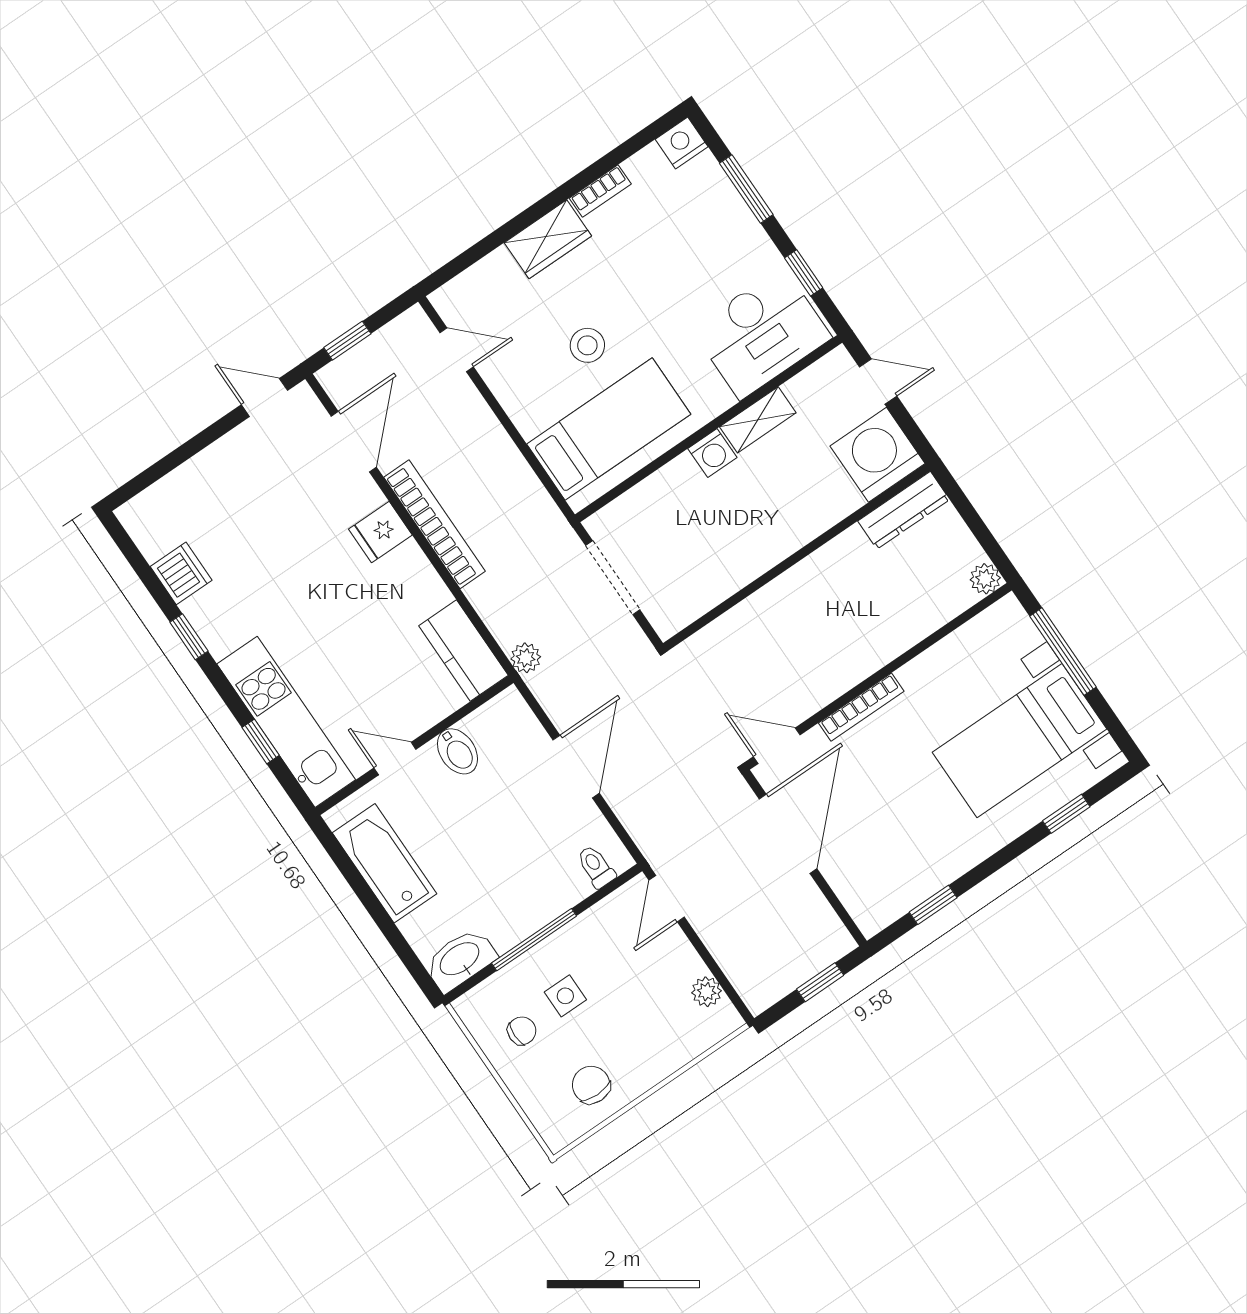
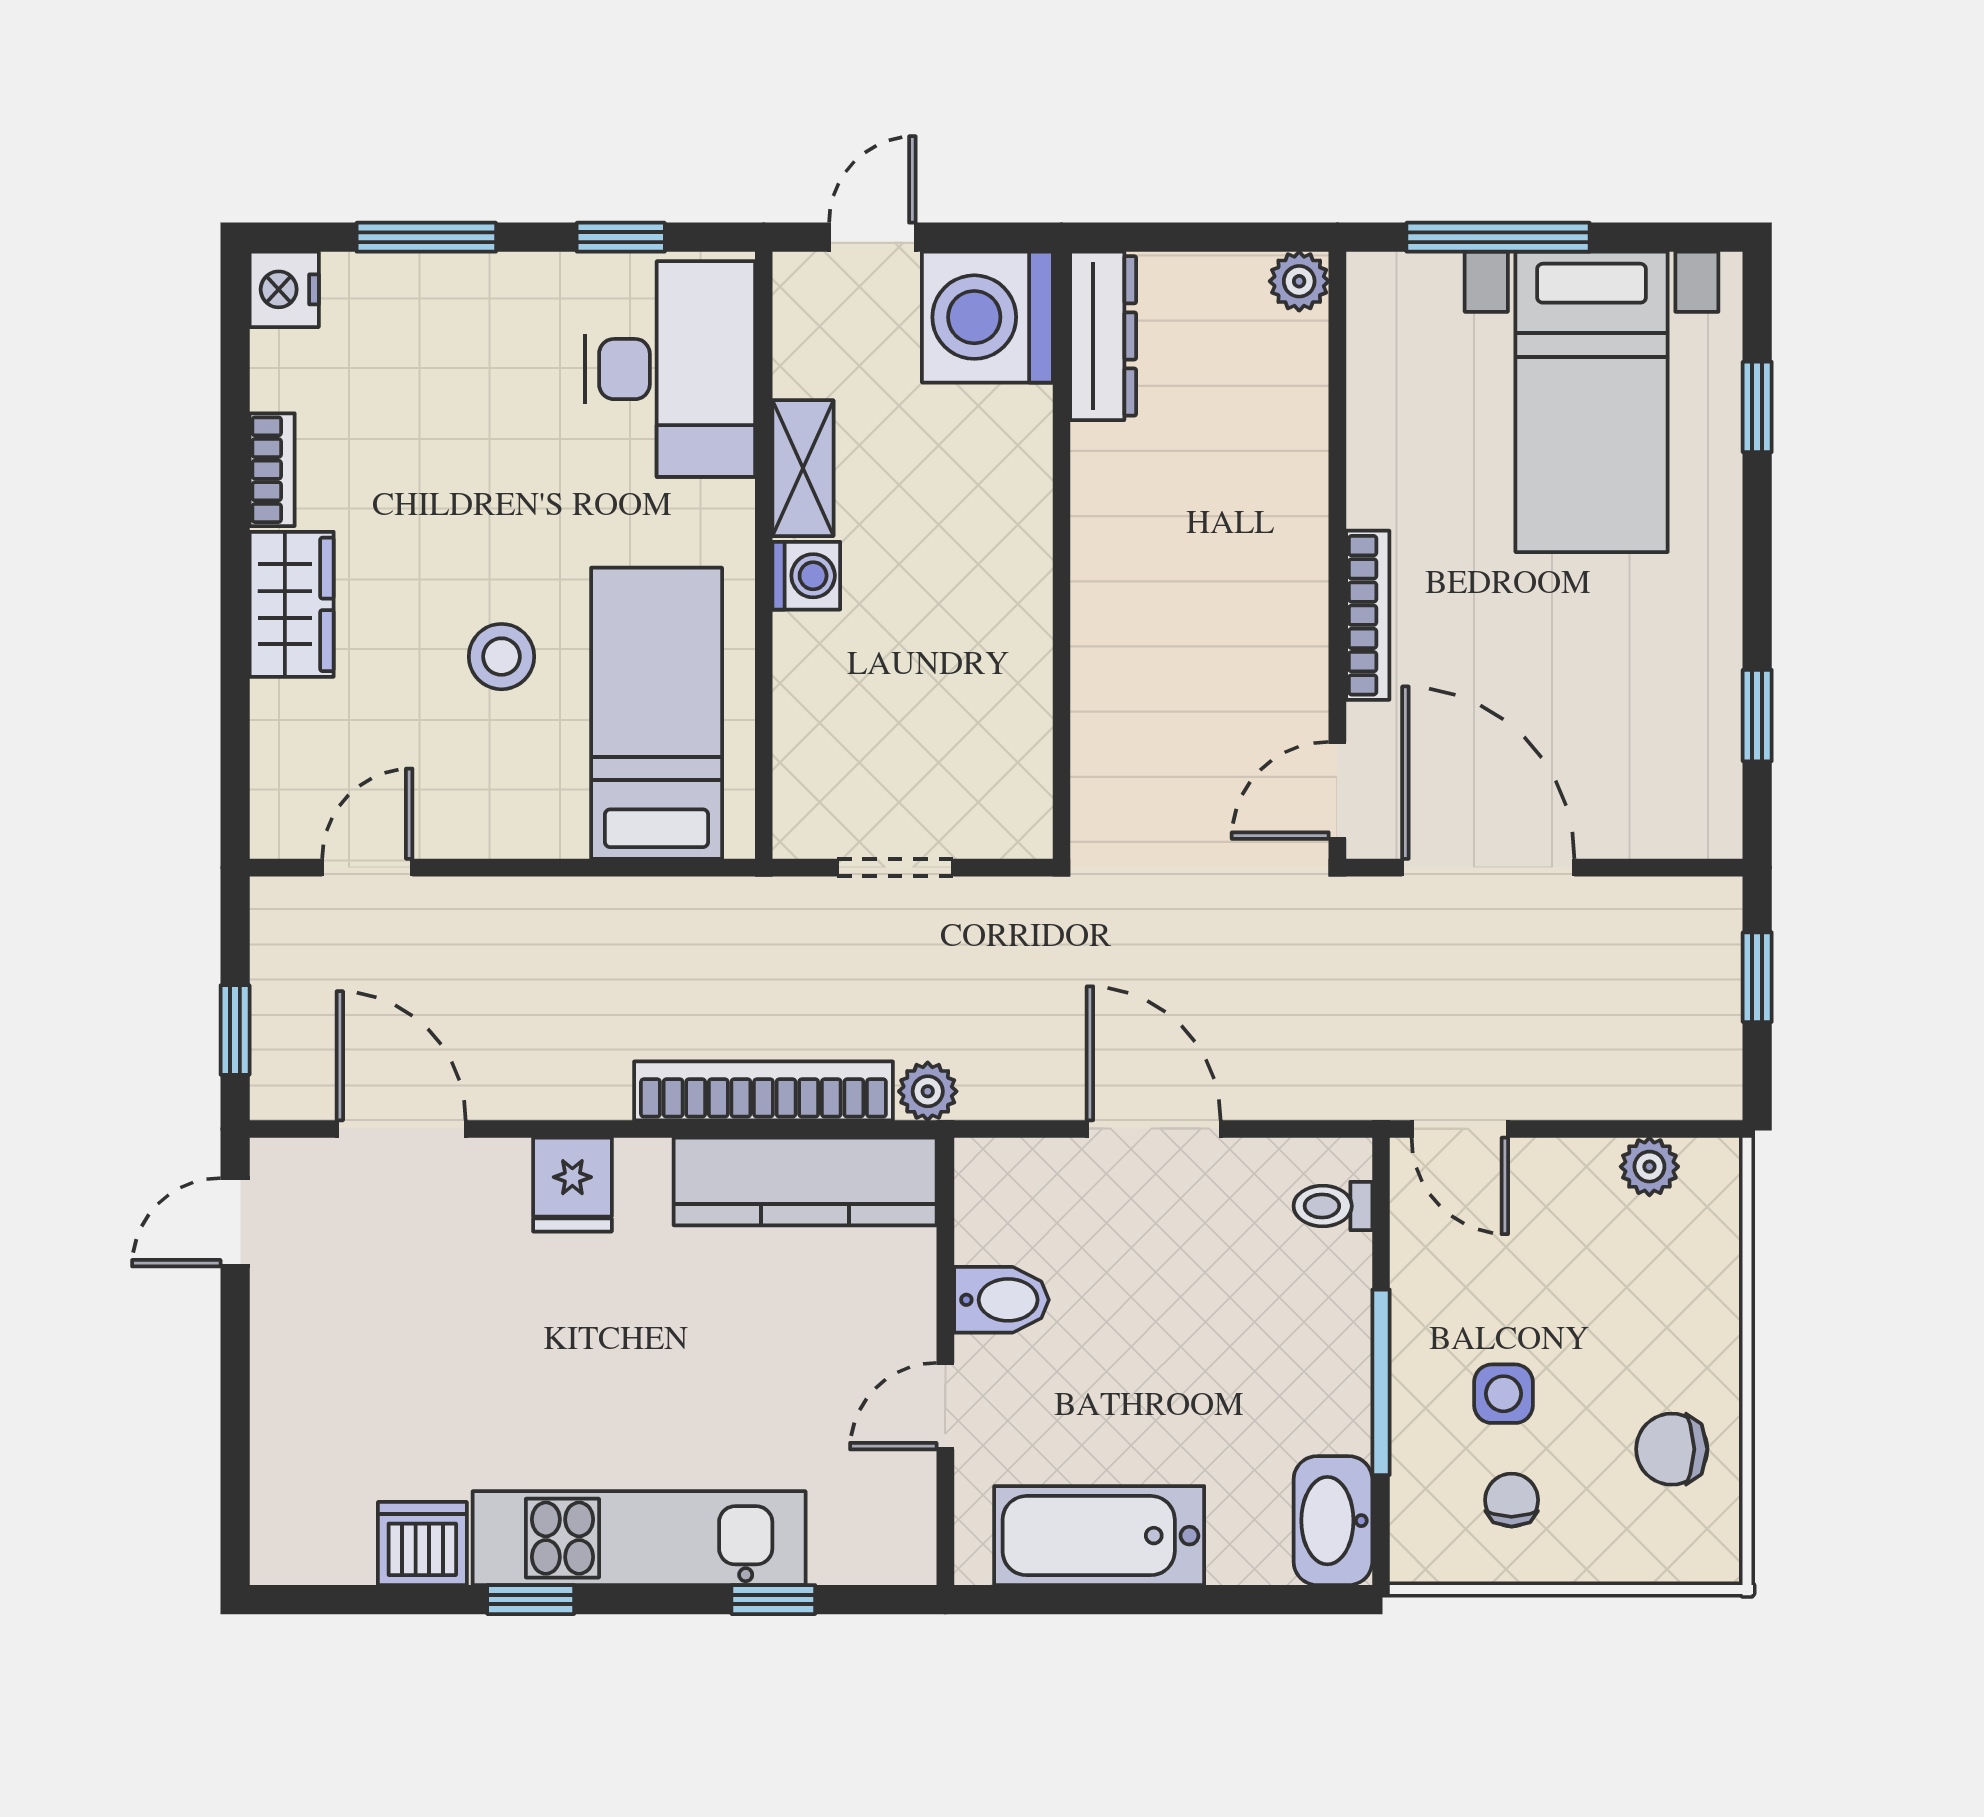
bookcase: (434, 524) -> (763, 1091), moved
doorway: (613, 578) -> (895, 868), width x0.73
kitchen counter: (463, 651) -> (805, 1182), width x1.50
kitchen unit: (286, 722) -> (639, 1538), moved

